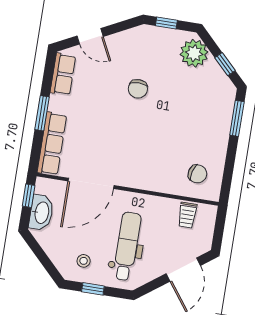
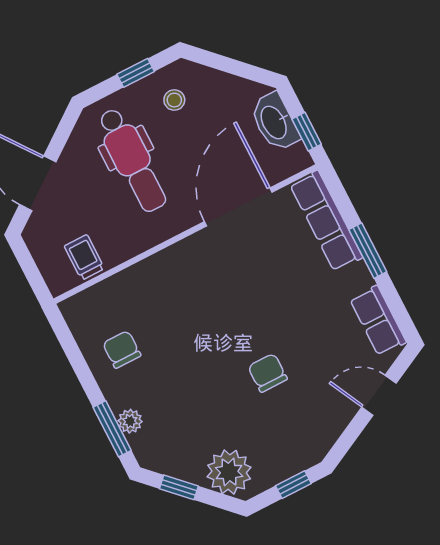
plant: (225, 116) -> (130, 421), added
chair: (197, 174) -> (122, 349), moved, turned 75

